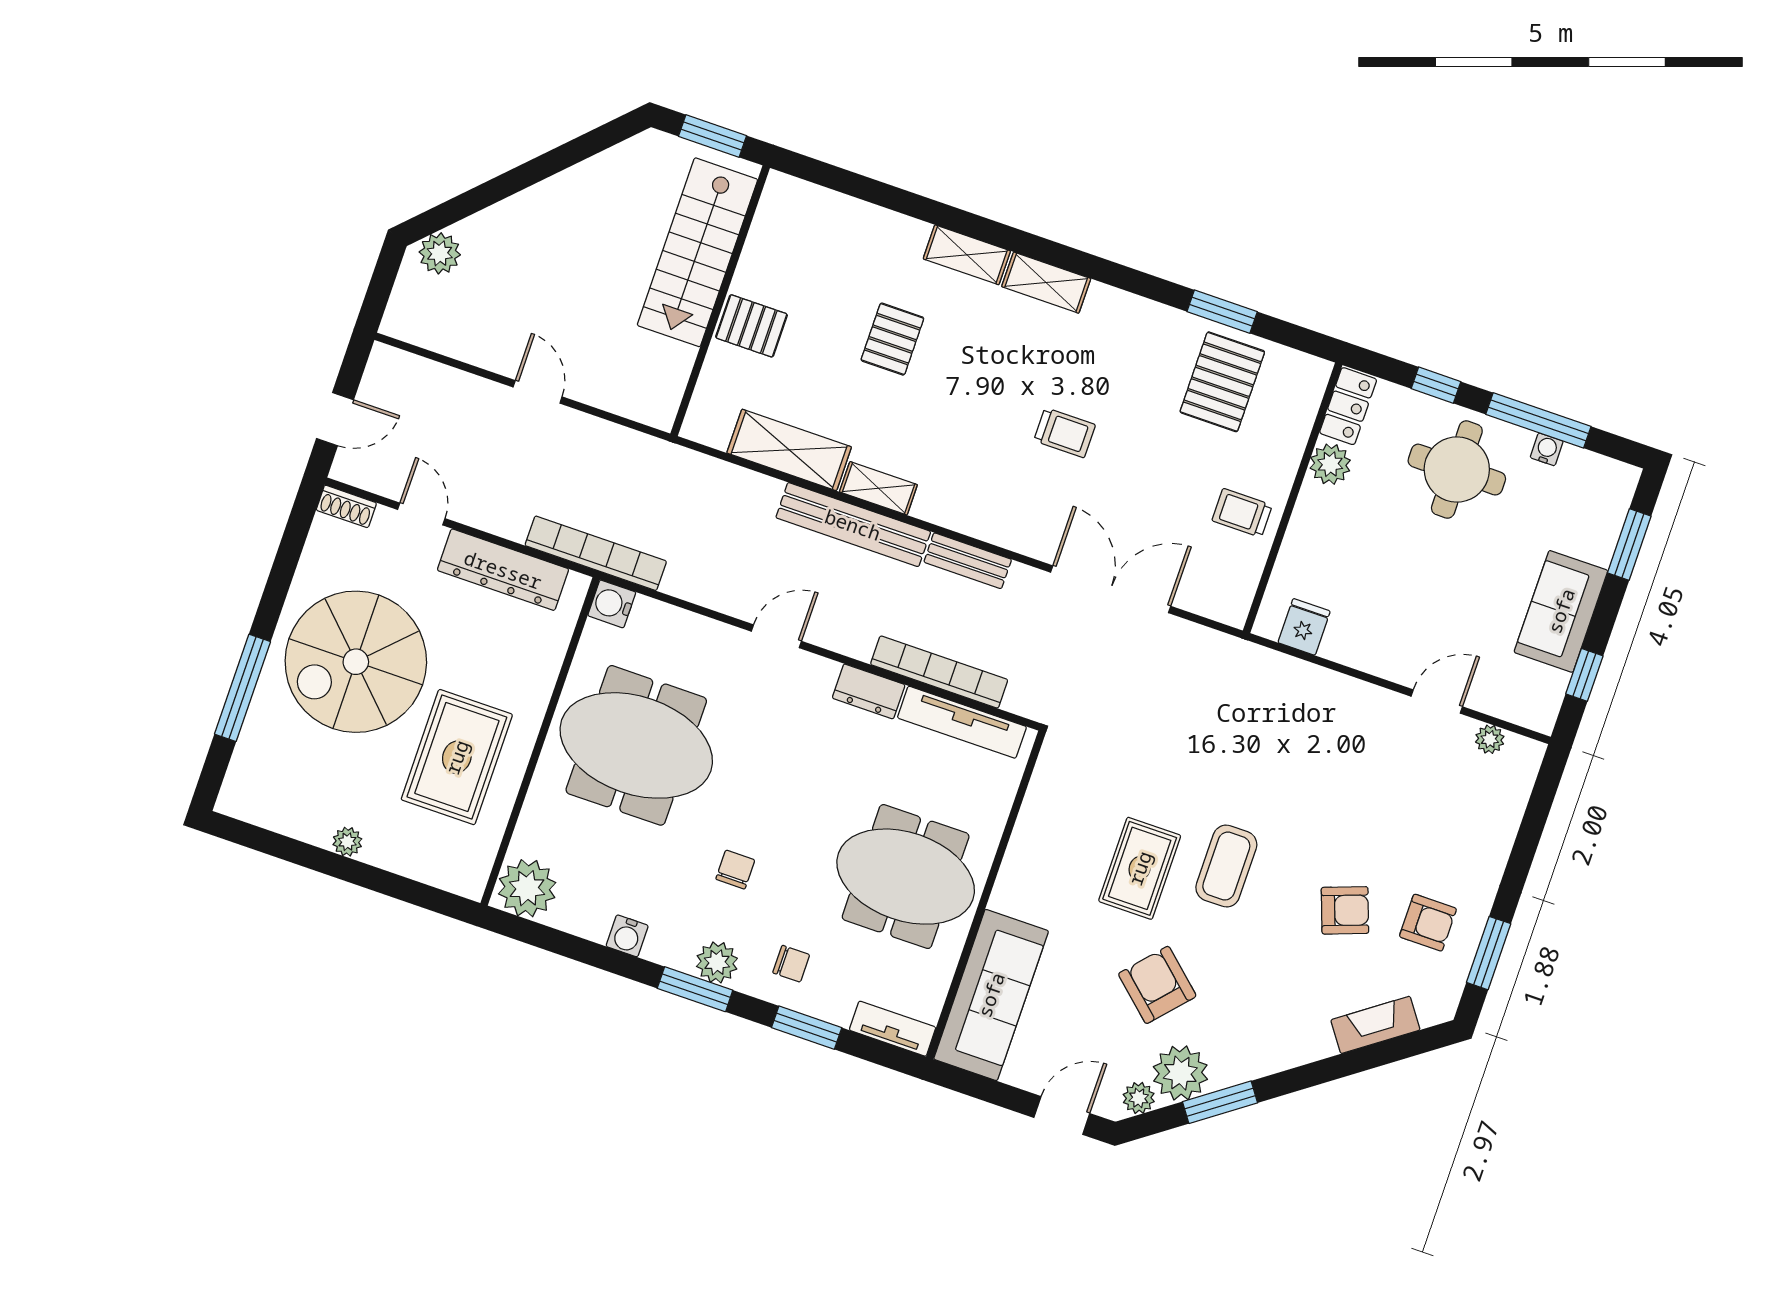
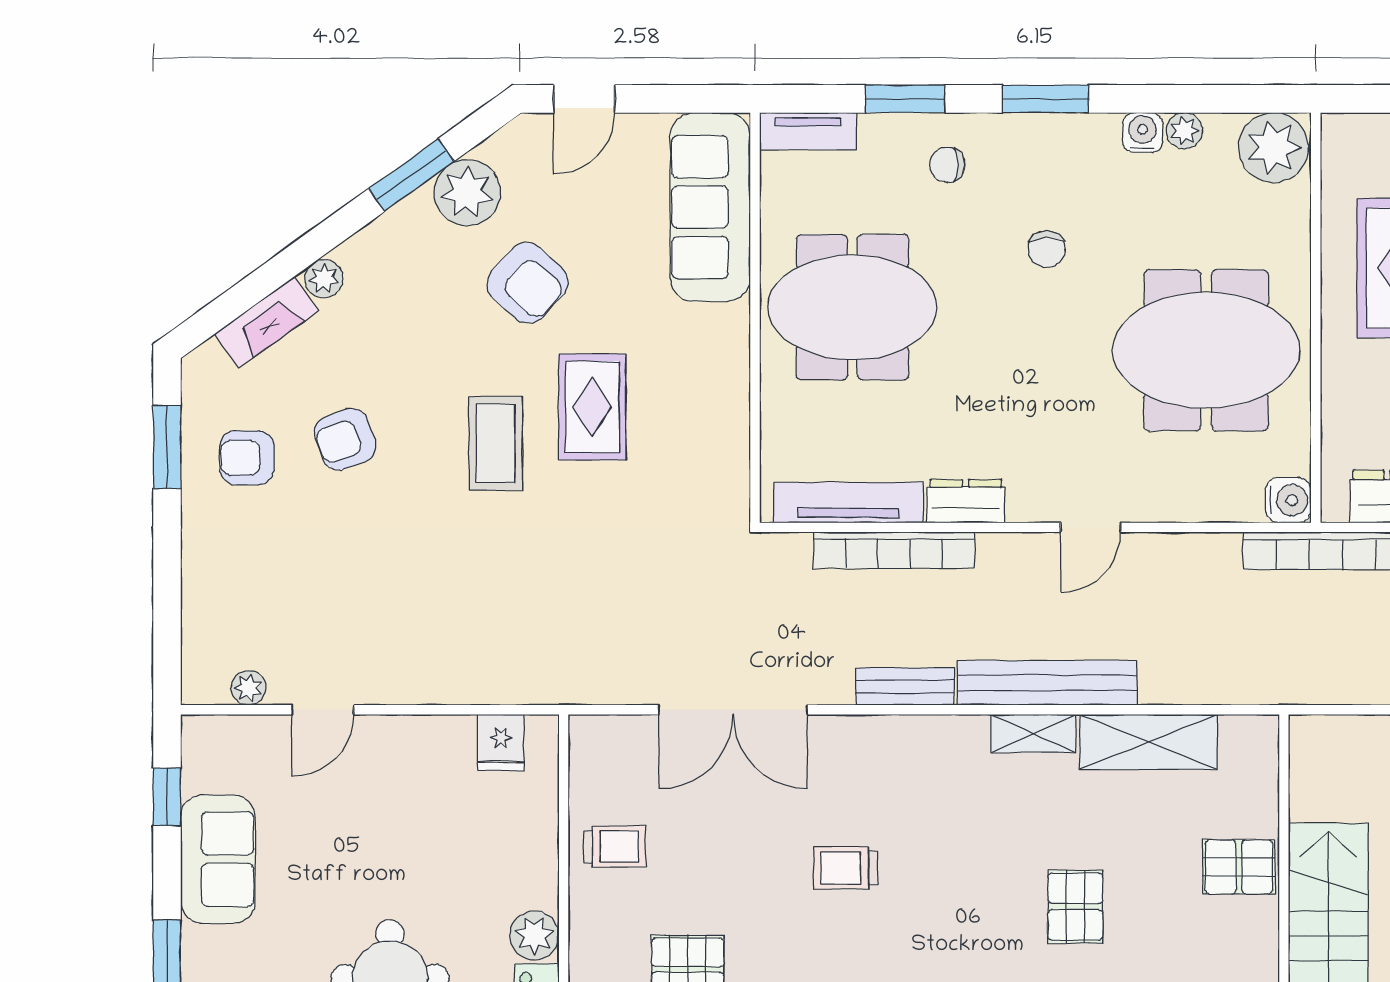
plant: (717, 962) -> (1184, 131), moved, width x0.73, depth x0.73
plant: (1139, 1098) -> (324, 279), moved

